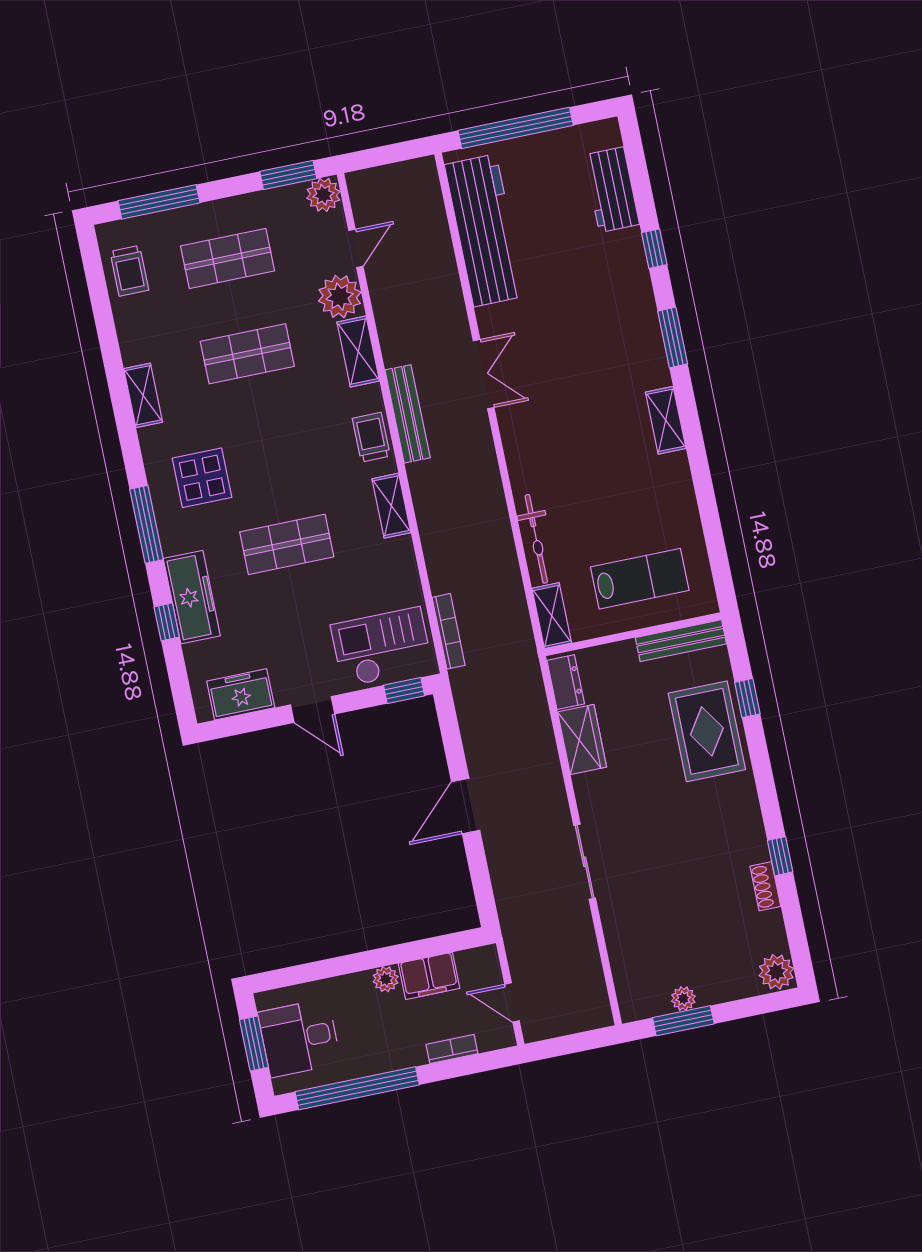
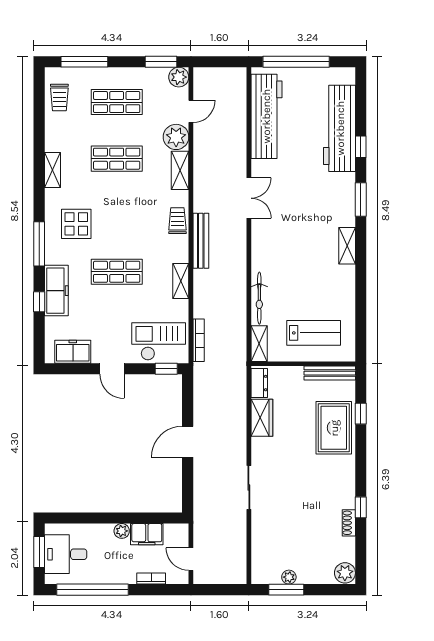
workbench: (612, 190) -> (340, 128), width x1.88, depth x1.32
bench: (408, 414) -> (201, 241), moved
shelving: (391, 506) -> (181, 281), moved

